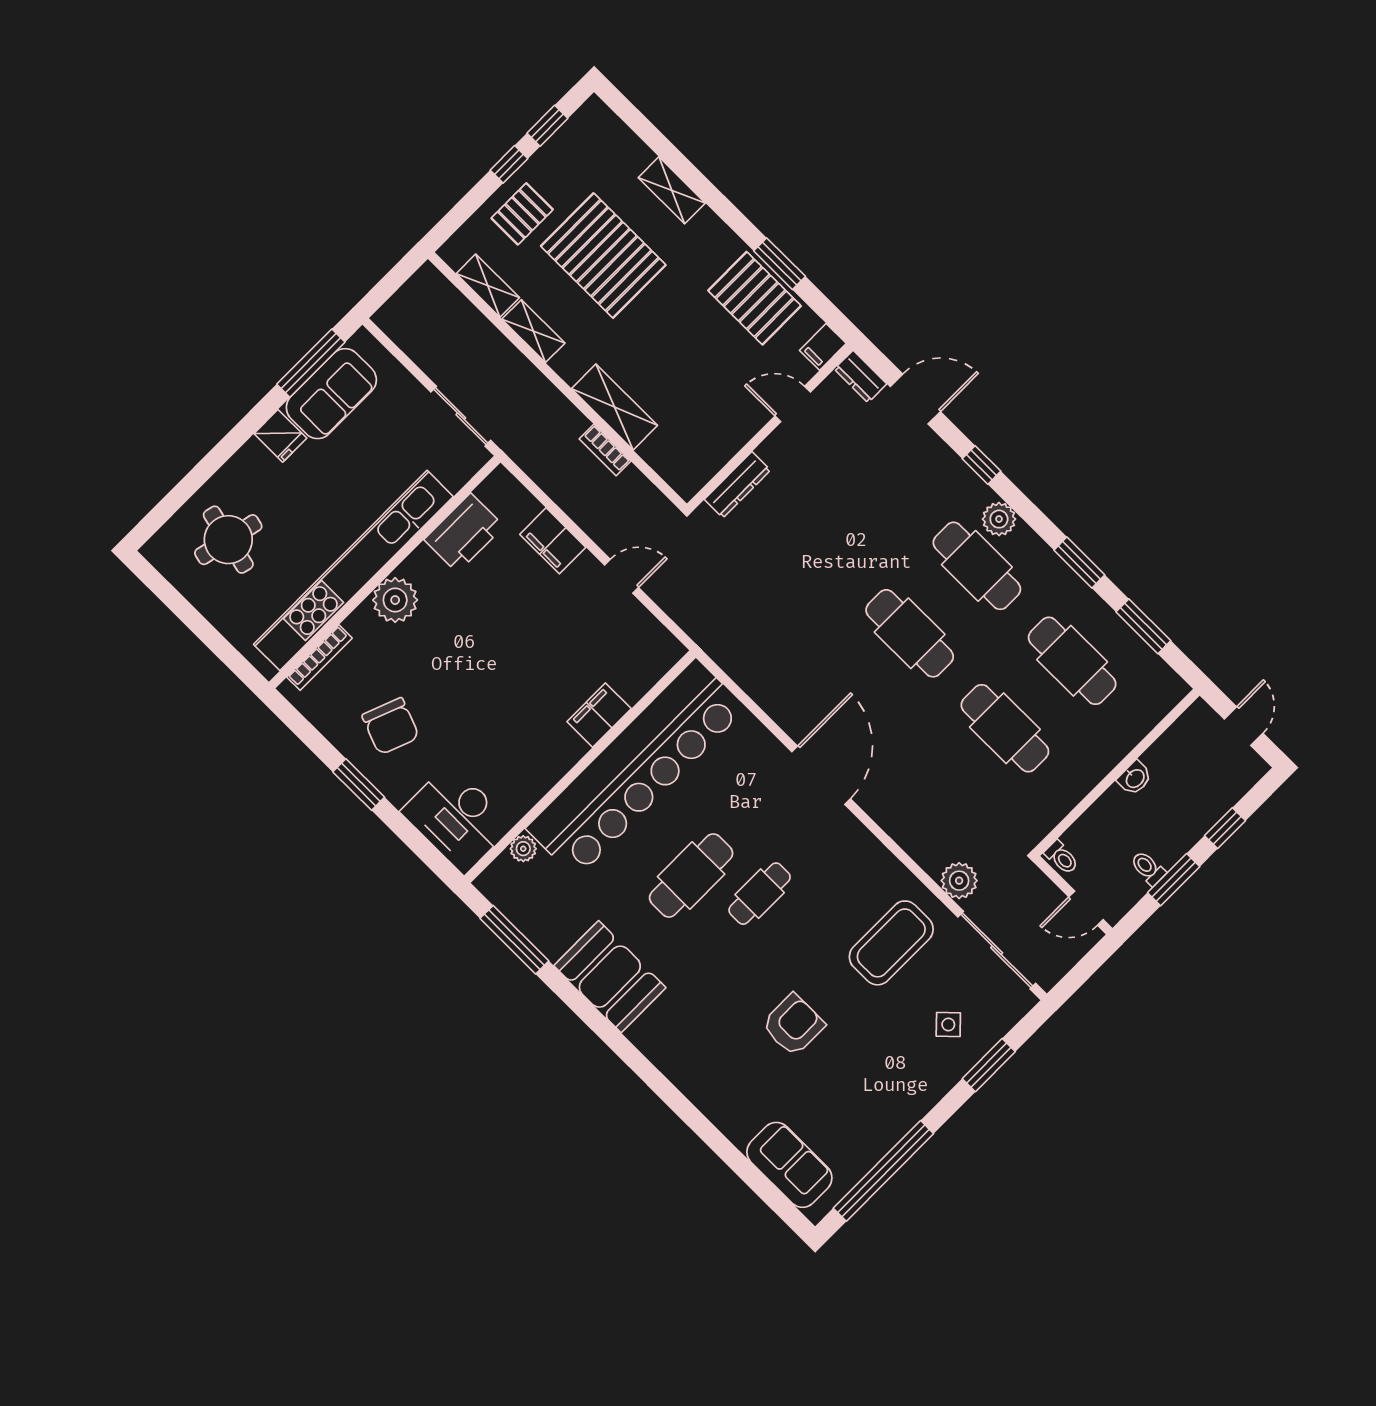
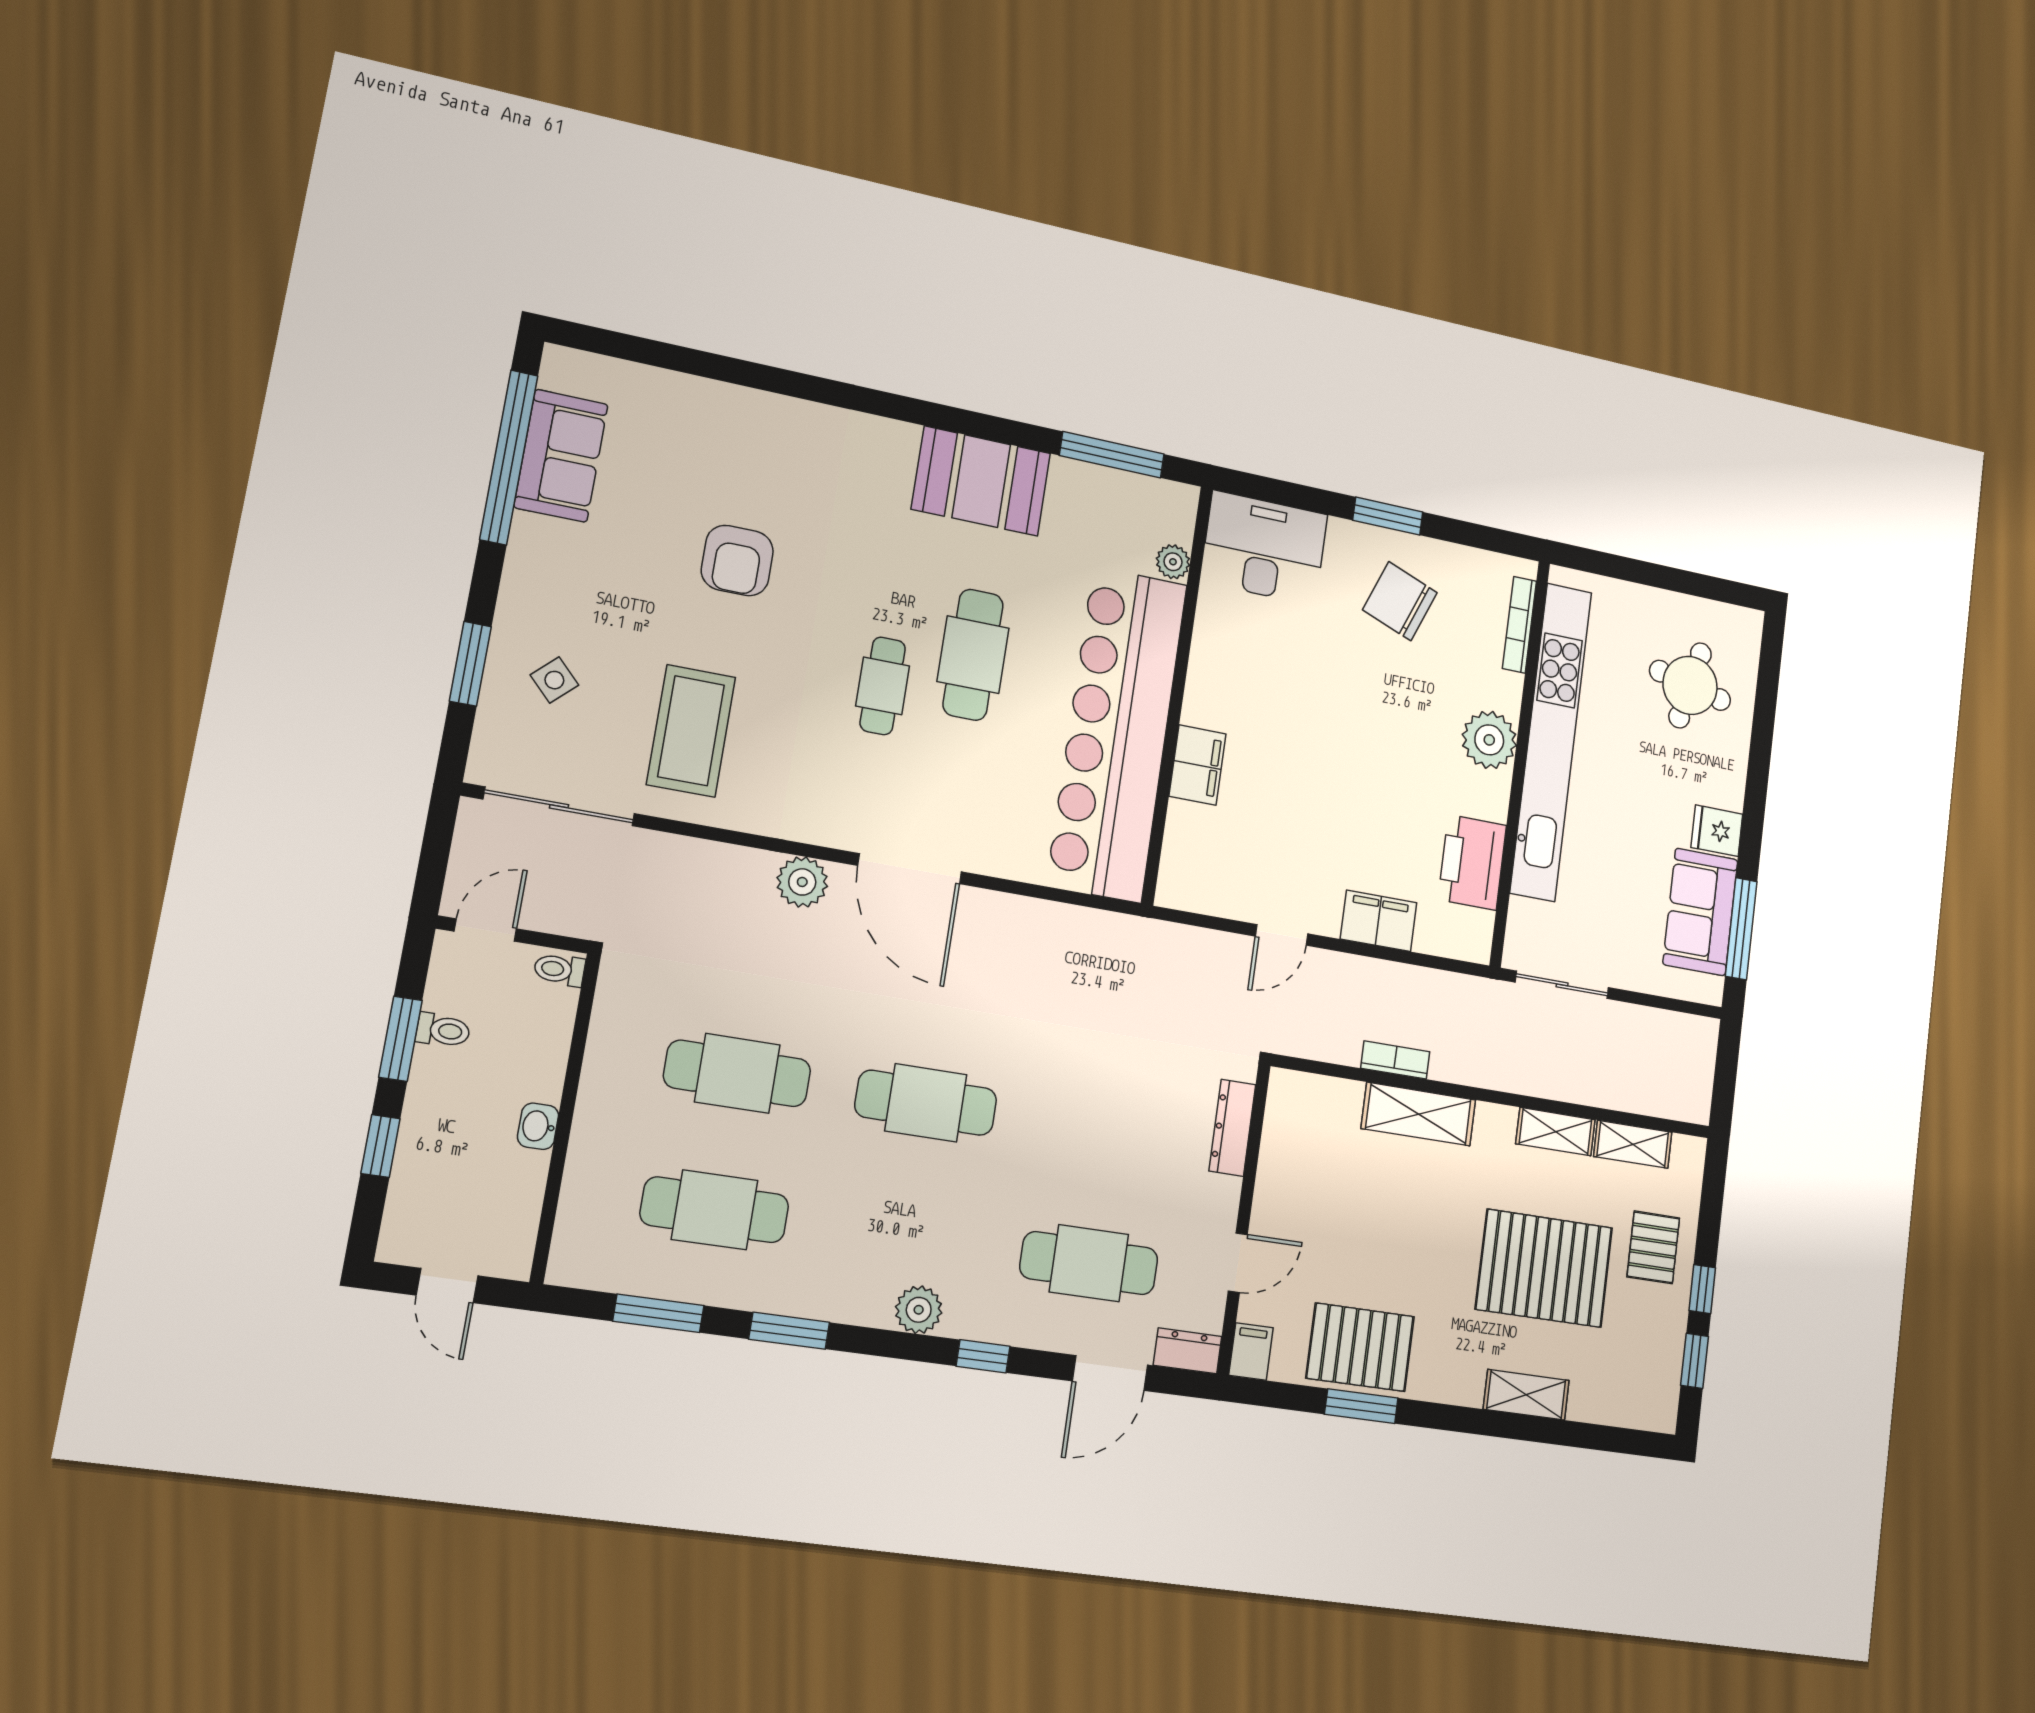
cafe table: (977, 566) -> (1089, 1263), moved
plant: (959, 881) -> (802, 882), moved
sofa: (789, 1165) -> (561, 456), moved, turned -90

